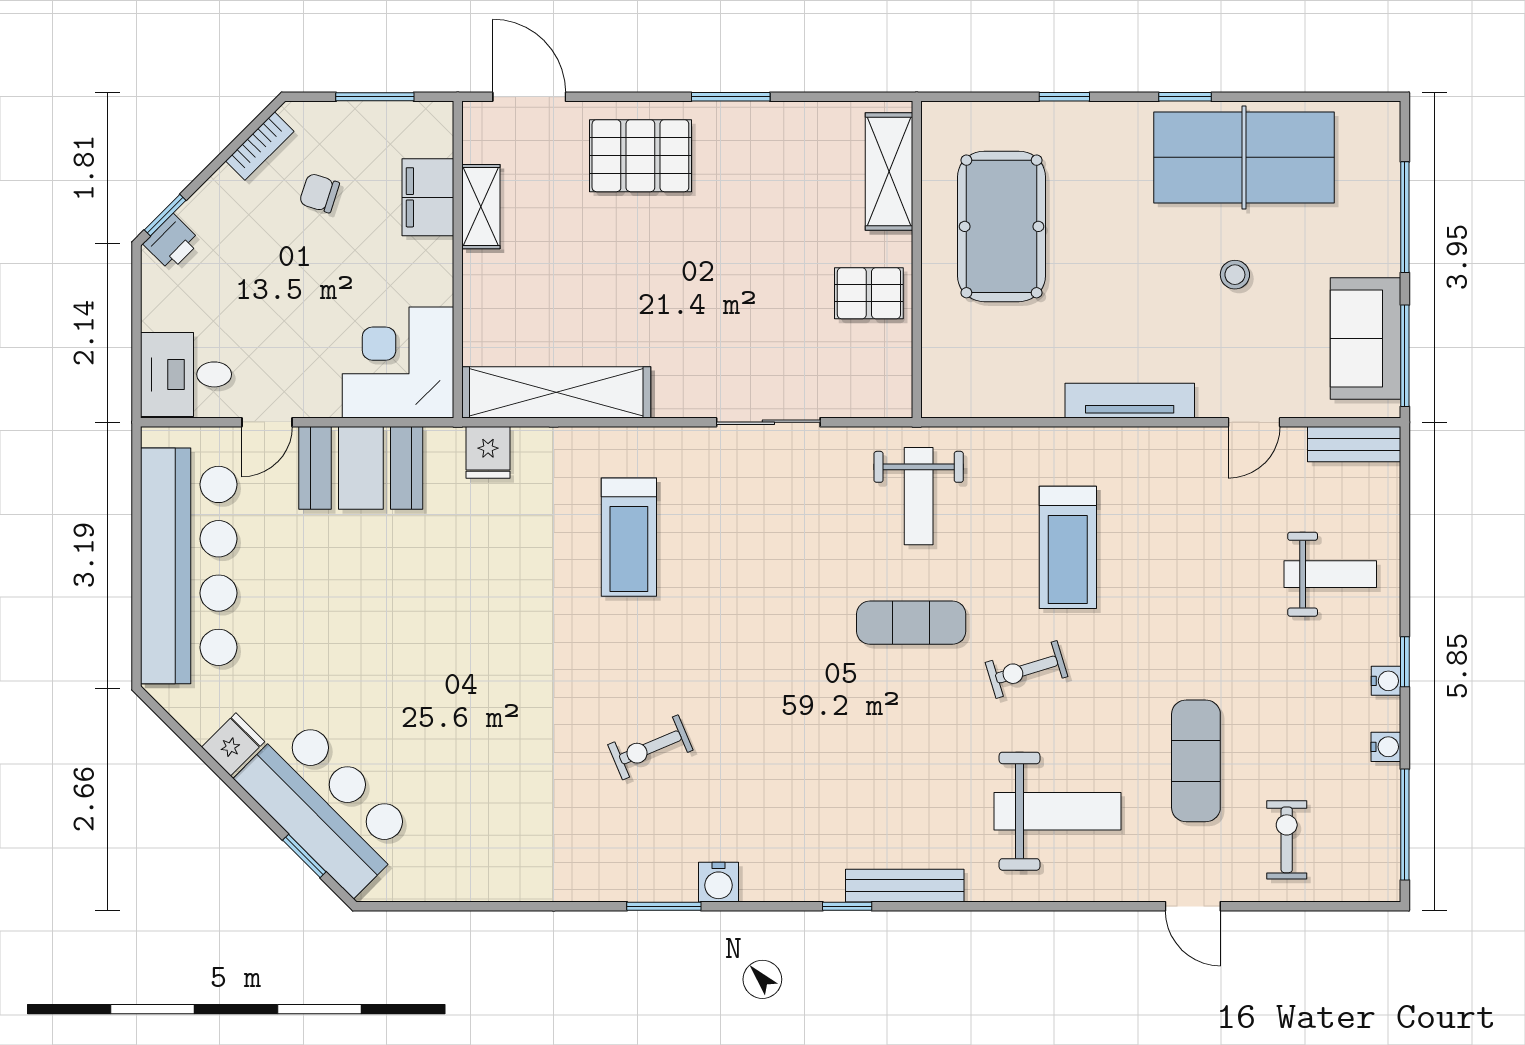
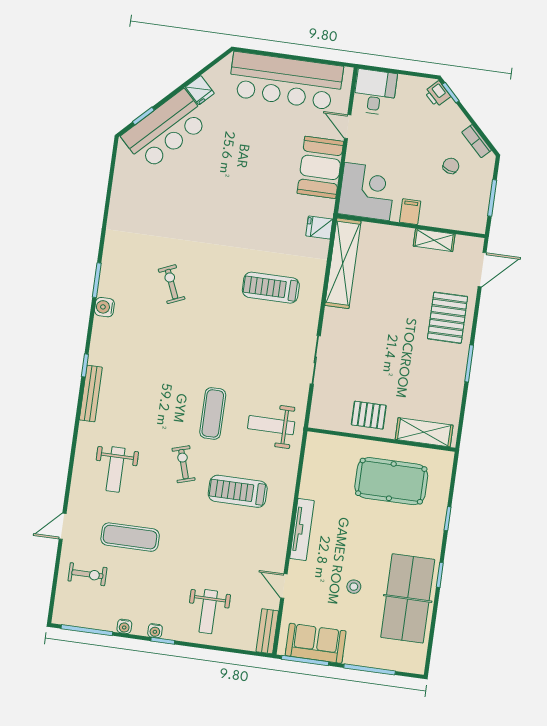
filing cabinet: (428, 197) -> (410, 212), moved, width x0.50
pallet: (869, 293) -> (369, 415), turned 90
weight bench: (1058, 811) -> (116, 469), width x0.73, depth x0.75

